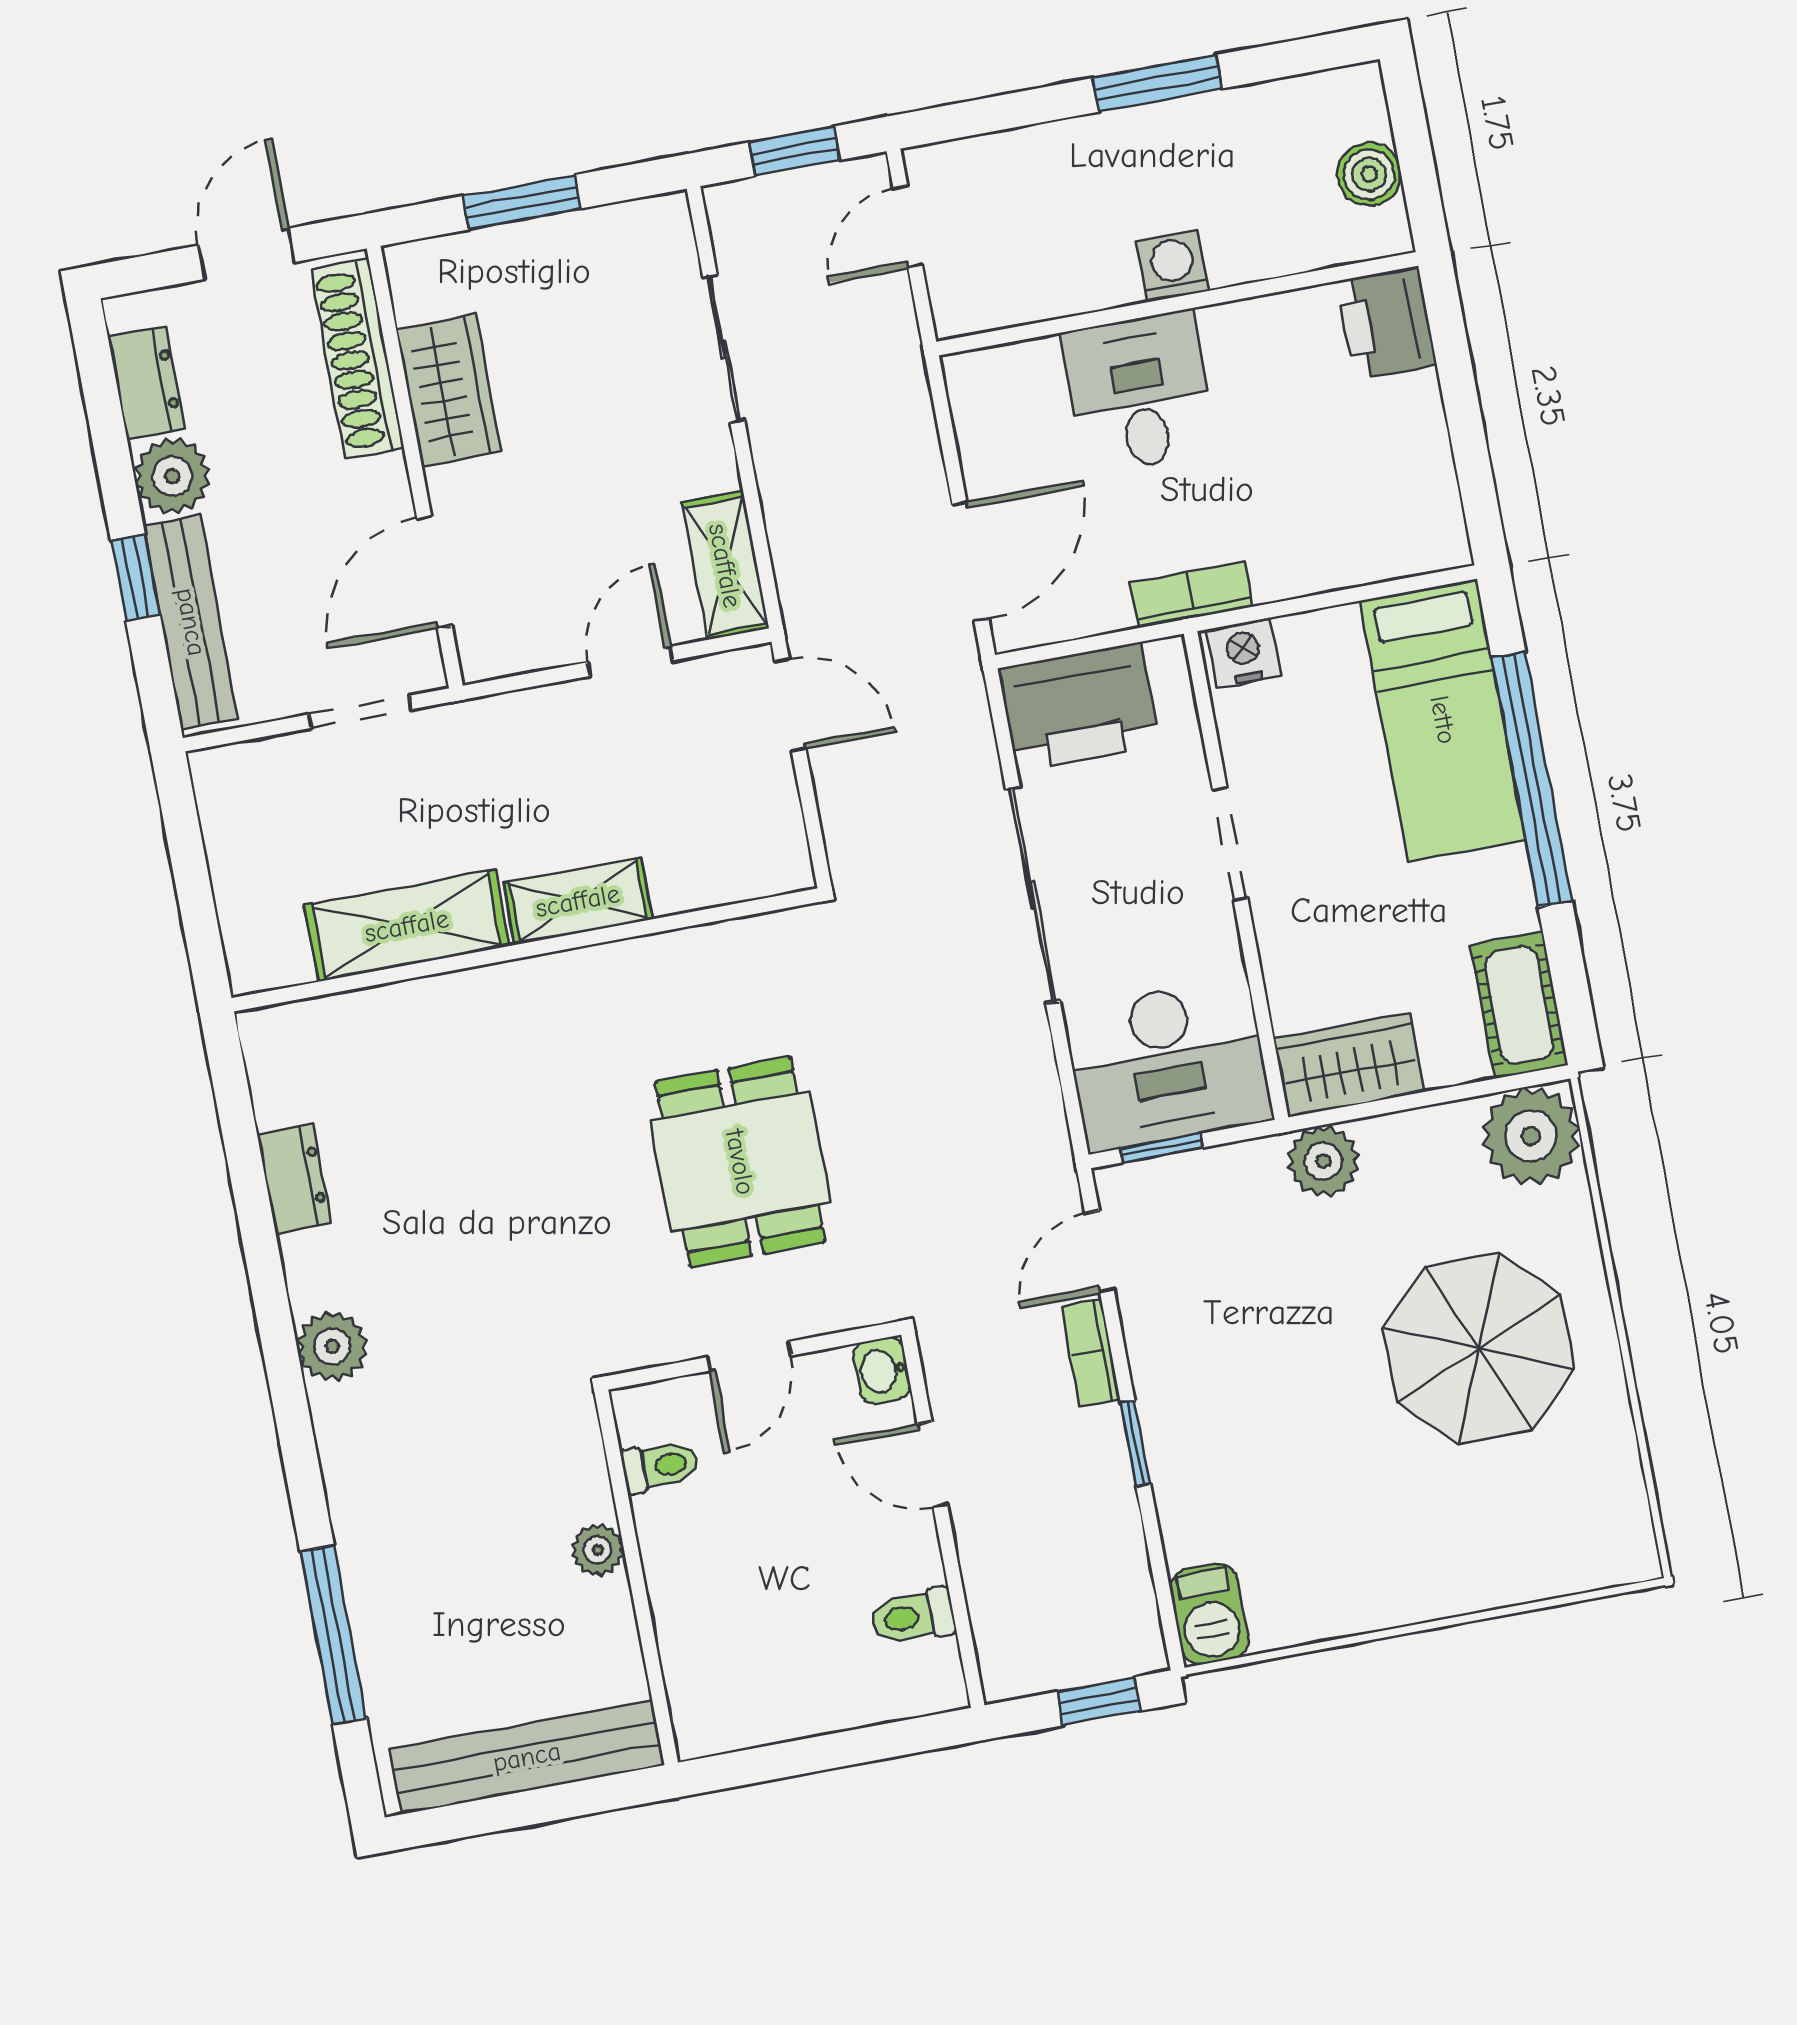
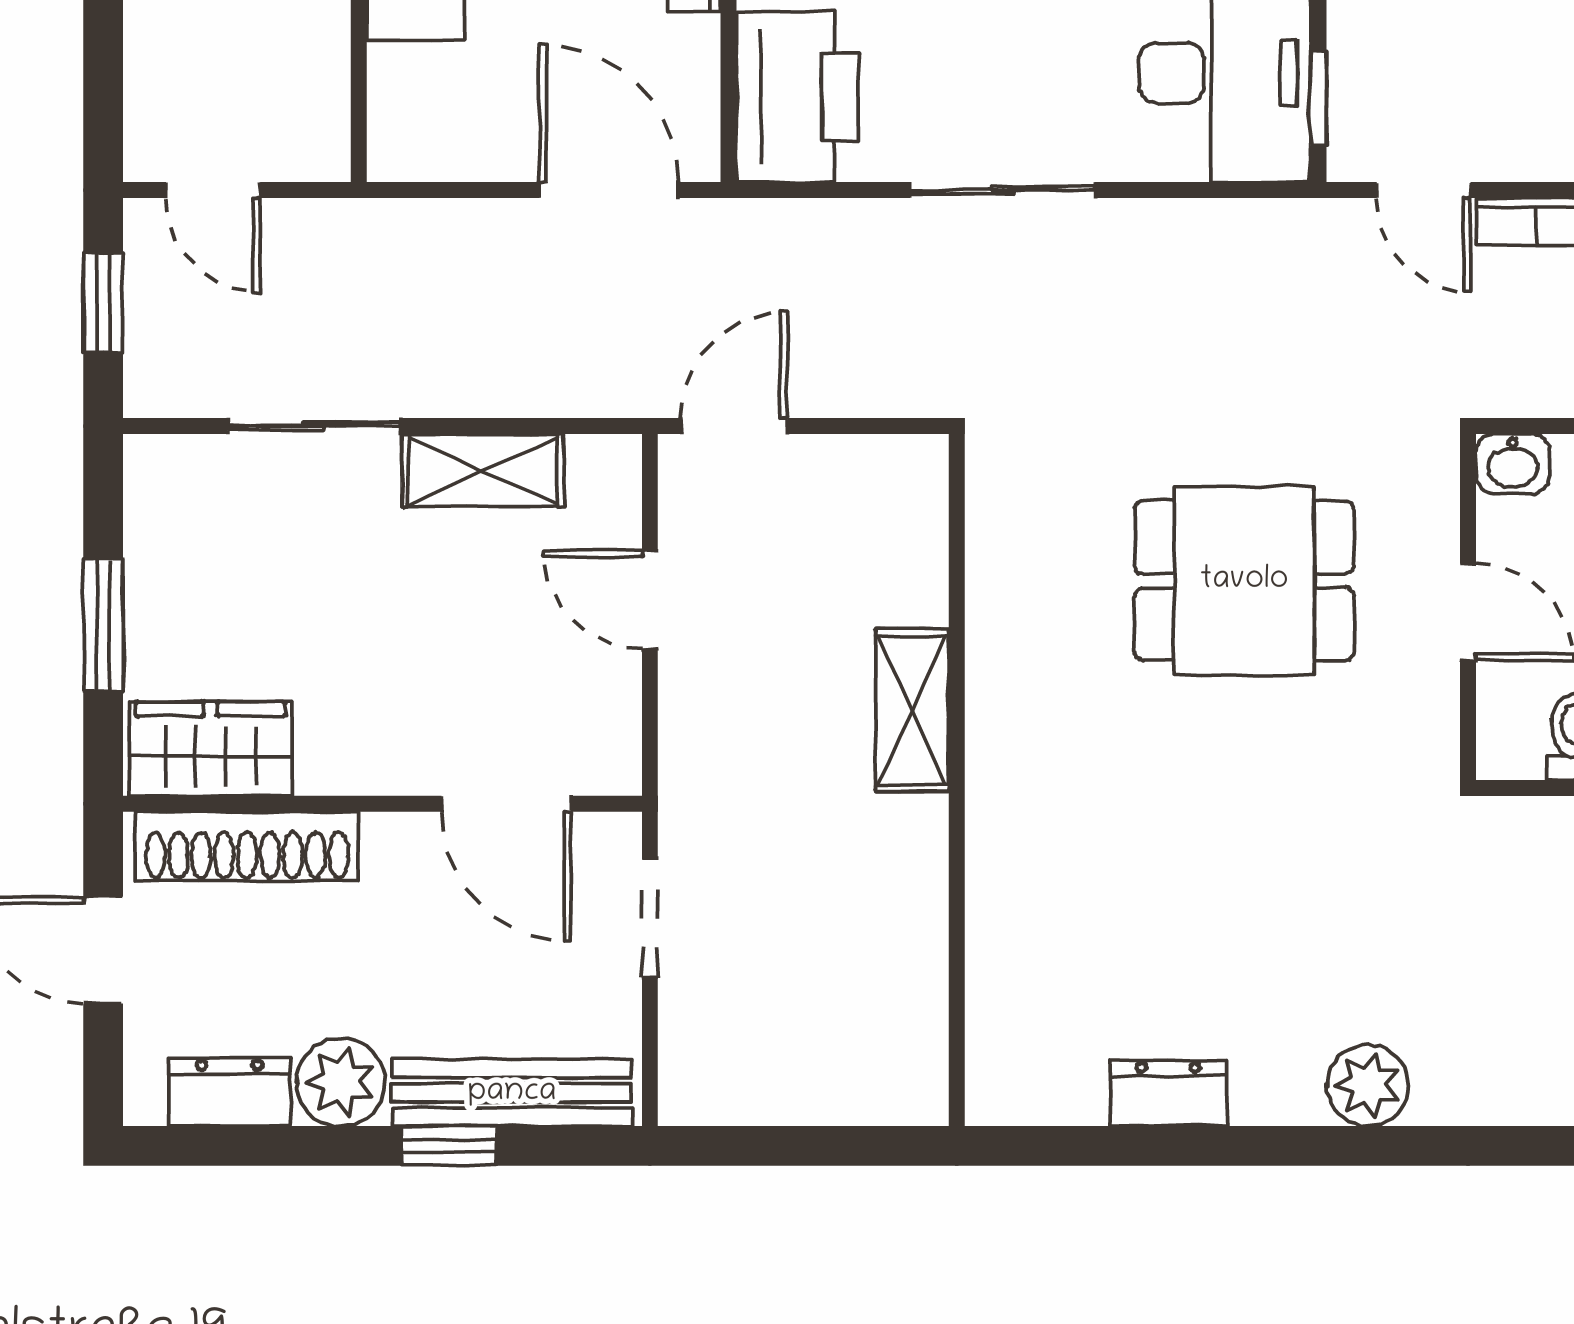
wardrobe: (449, 391) -> (211, 749), moved
shelving: (725, 566) -> (483, 470), moved
sliding door: (1033, 895) -> (1002, 190), width x0.73
shelving: (407, 926) -> (904, 911), removed

